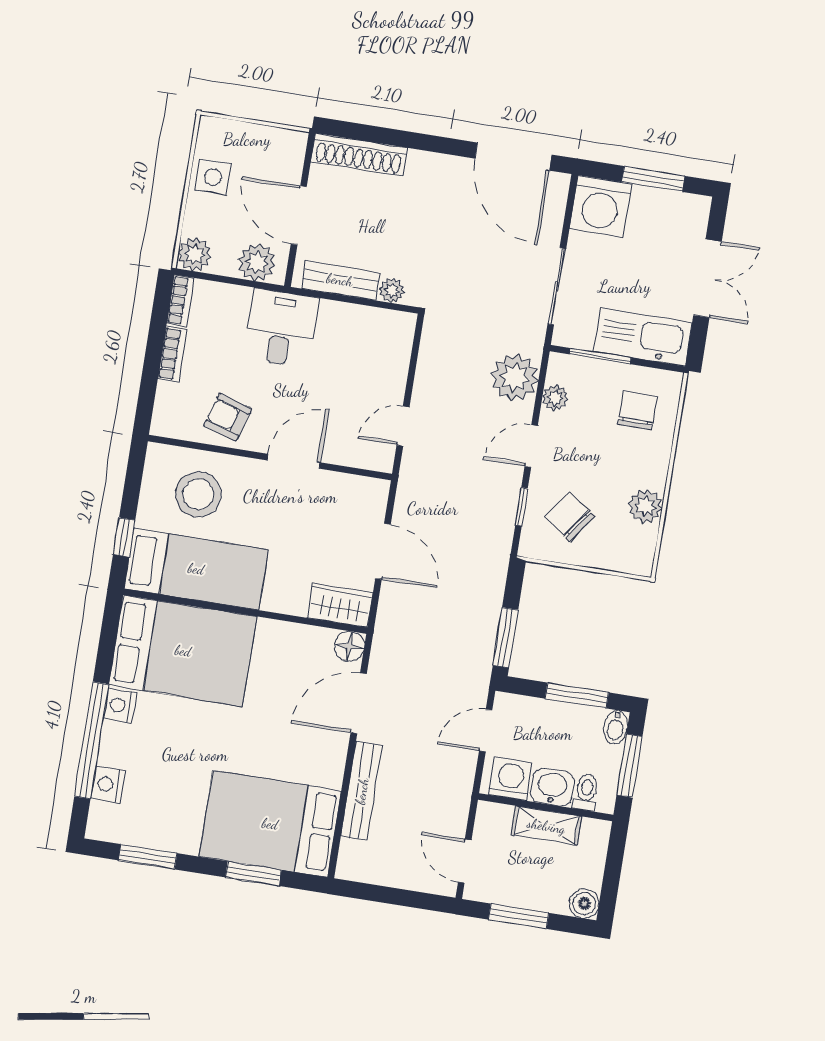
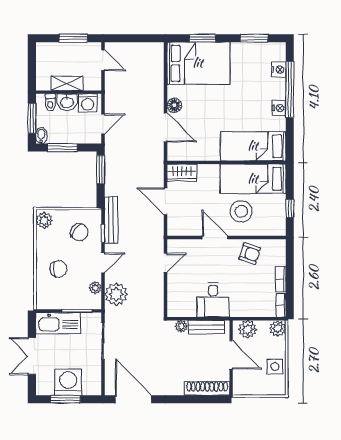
washing machine: (600, 206) -> (68, 382), moved
desk: (281, 328) -> (213, 300), moved
chair: (637, 411) -> (59, 269), moved, turned -93
door: (294, 461) -> (215, 237), swing flipped
stool: (198, 494) -> (241, 211), moved
plant: (645, 506) -> (44, 220), moved
window: (124, 537) -> (290, 208), moved
floor lamp: (349, 646) -> (174, 105), moved
bed: (183, 651) -> (253, 146), width x0.67
door: (359, 703) -> (166, 127), hinge flipped
bench: (362, 791) -> (111, 220), moved
boiler: (584, 904) -> (43, 49), removed

